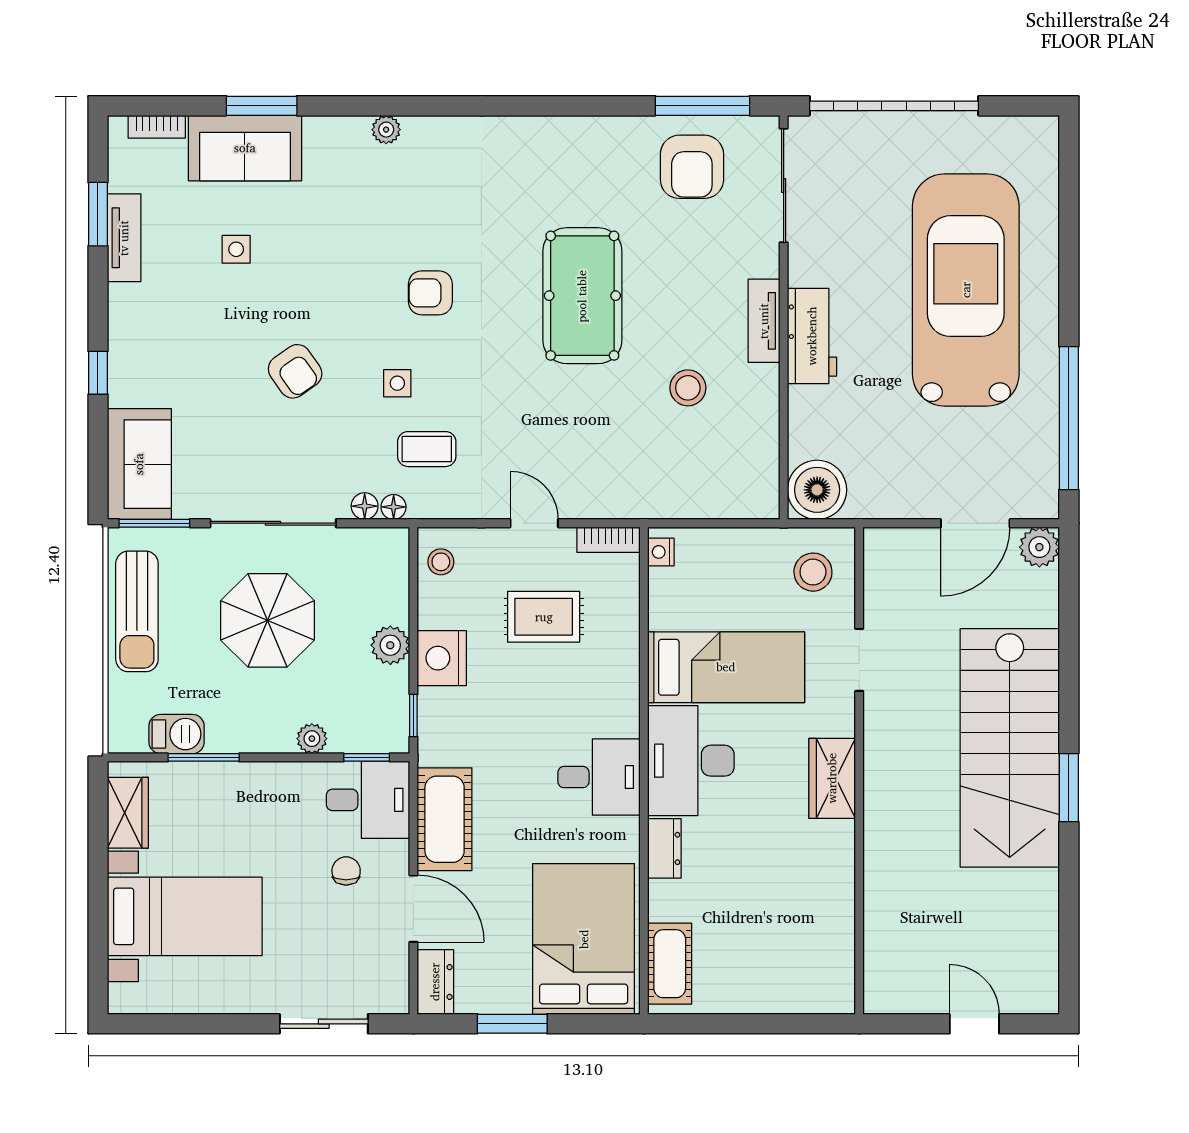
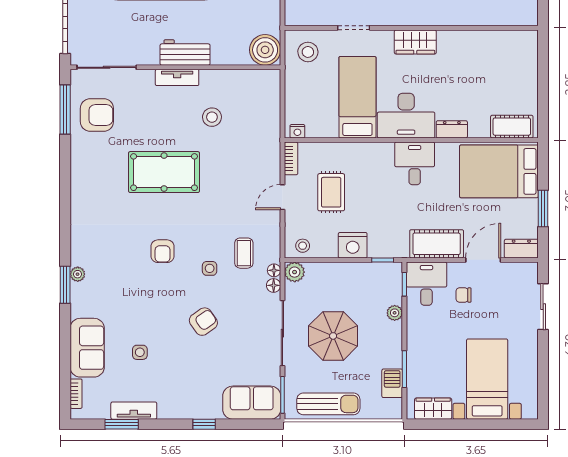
window: (262, 106) -> (65, 285), moved
plant: (390, 645) -> (295, 272), moved

